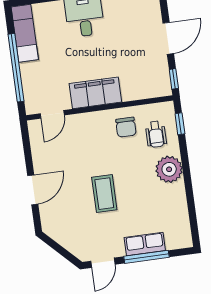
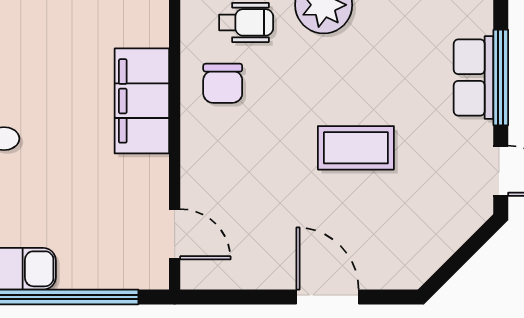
filing cabinet: (95, 93) -> (142, 101), moved
chair: (126, 127) -> (223, 83), turned 90

